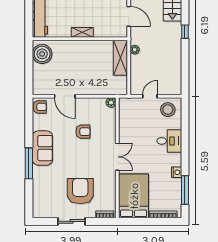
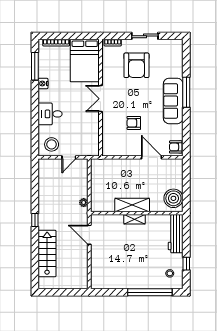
shelving: (120, 58) -> (132, 205), moved, turned 90
plant: (111, 102) -> (107, 151), removed
sofa: (42, 148) -> (173, 101), width x1.36

